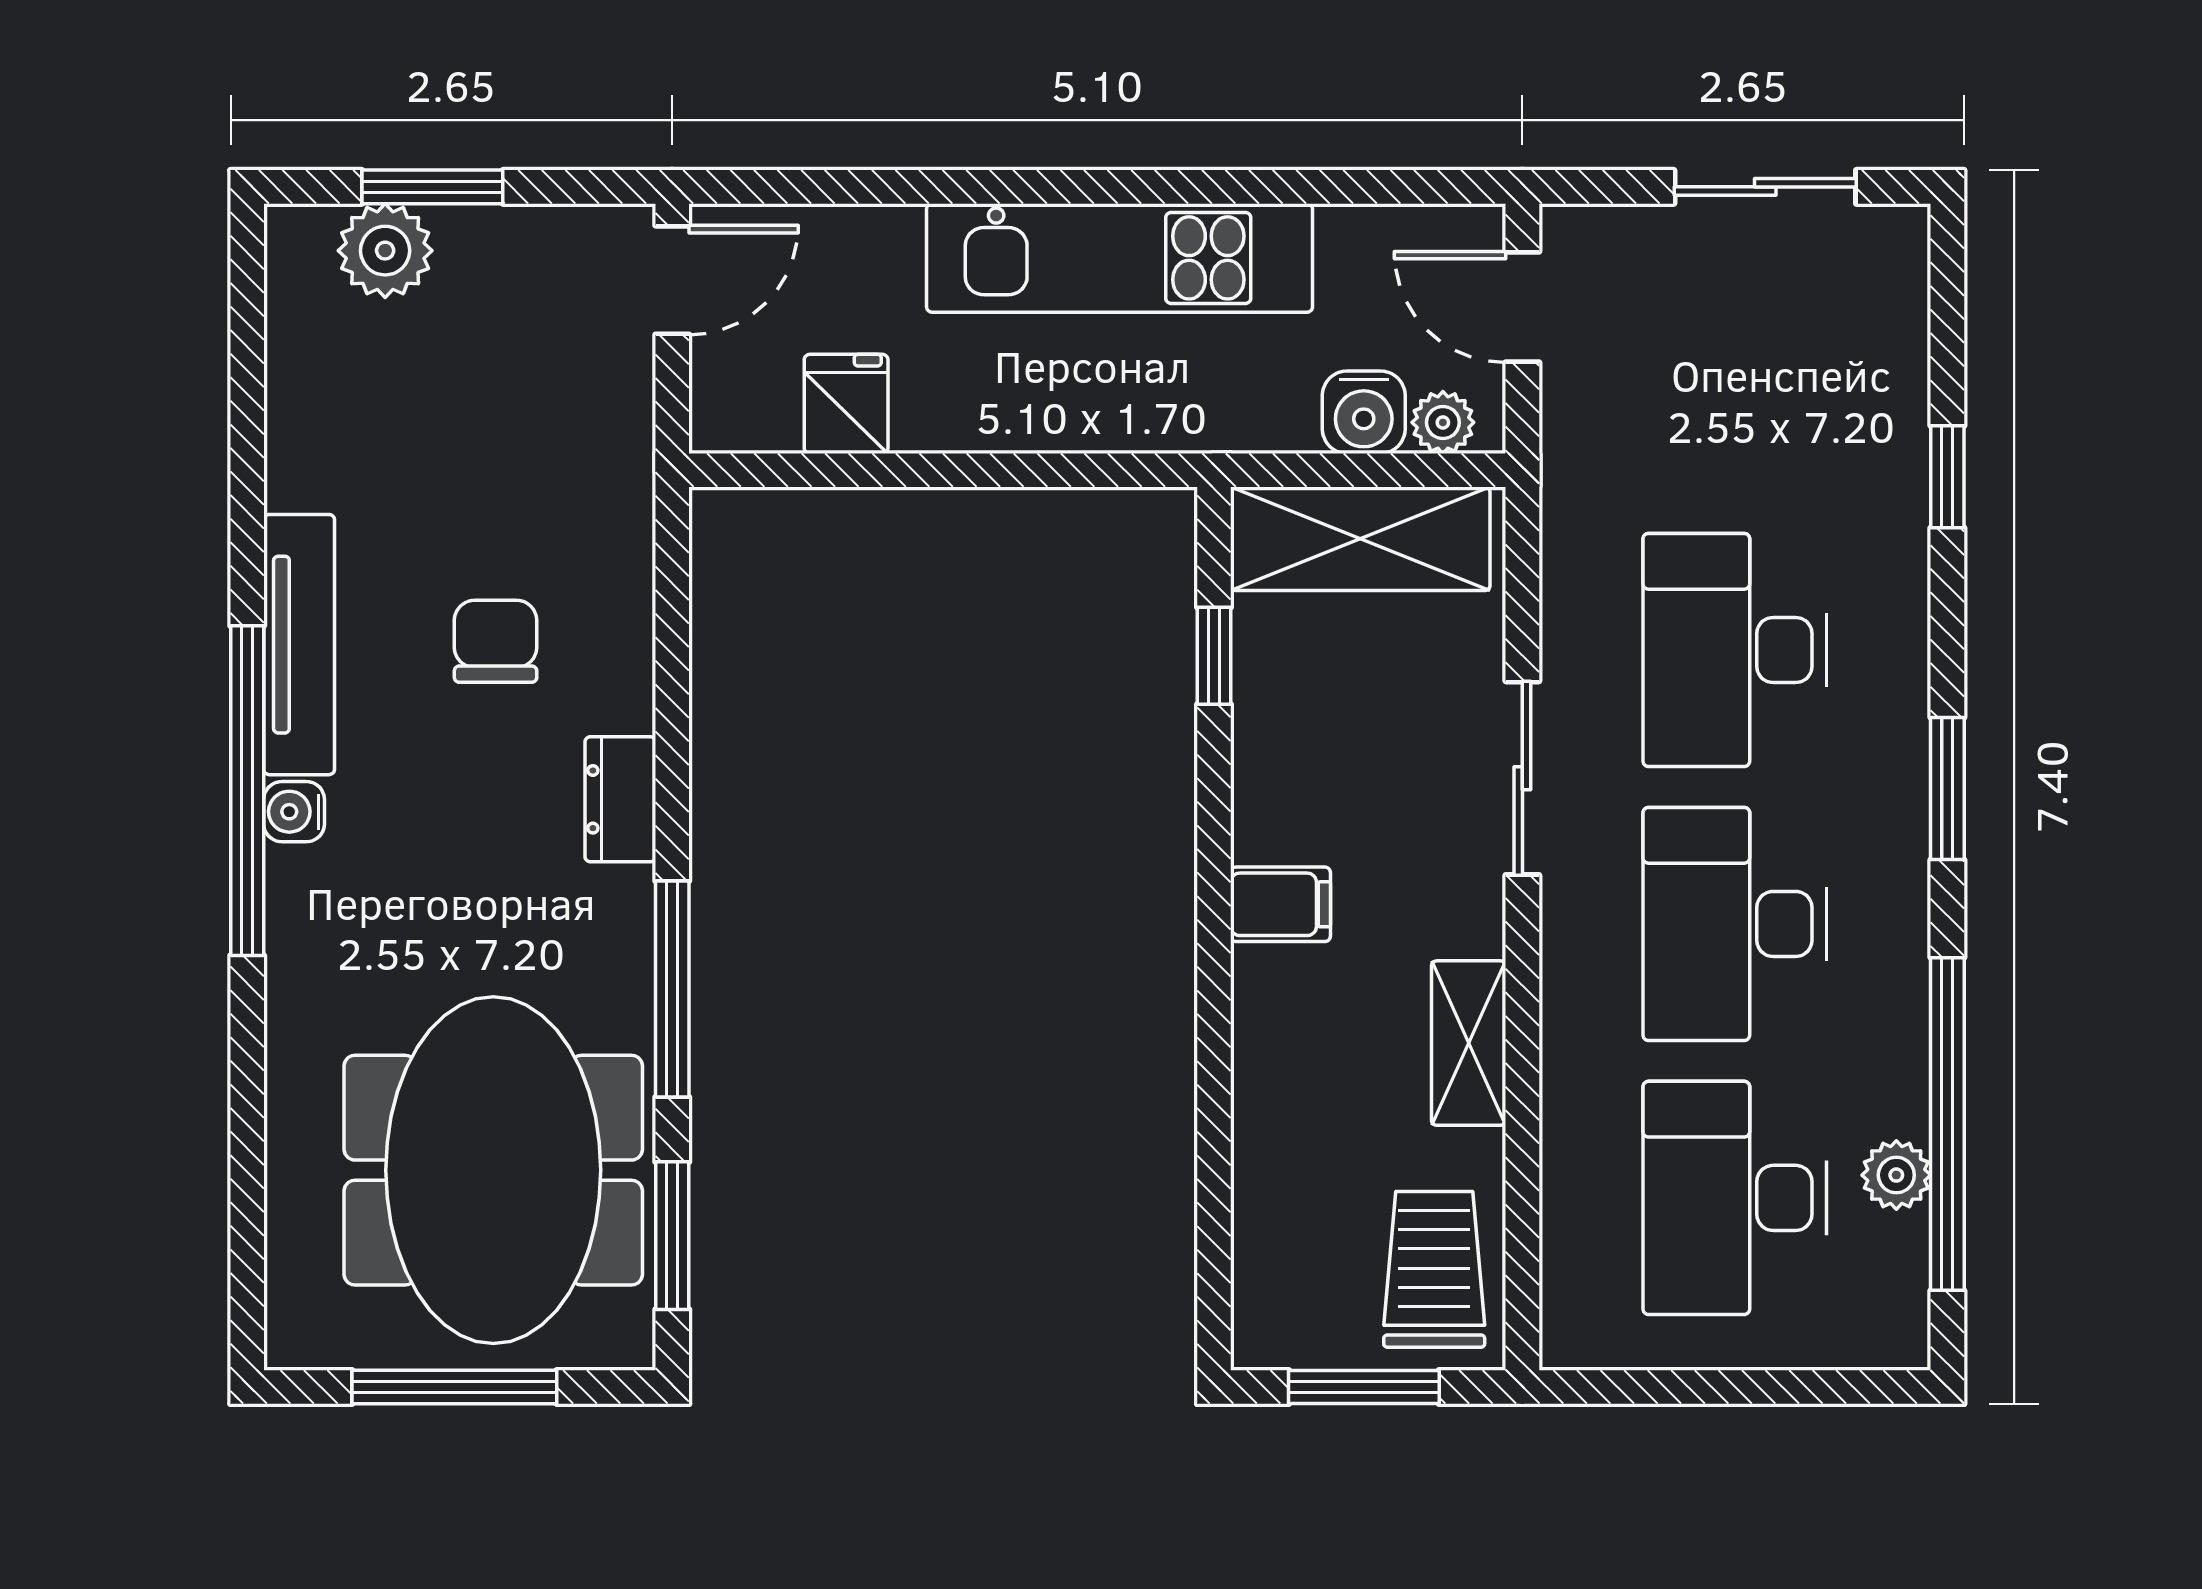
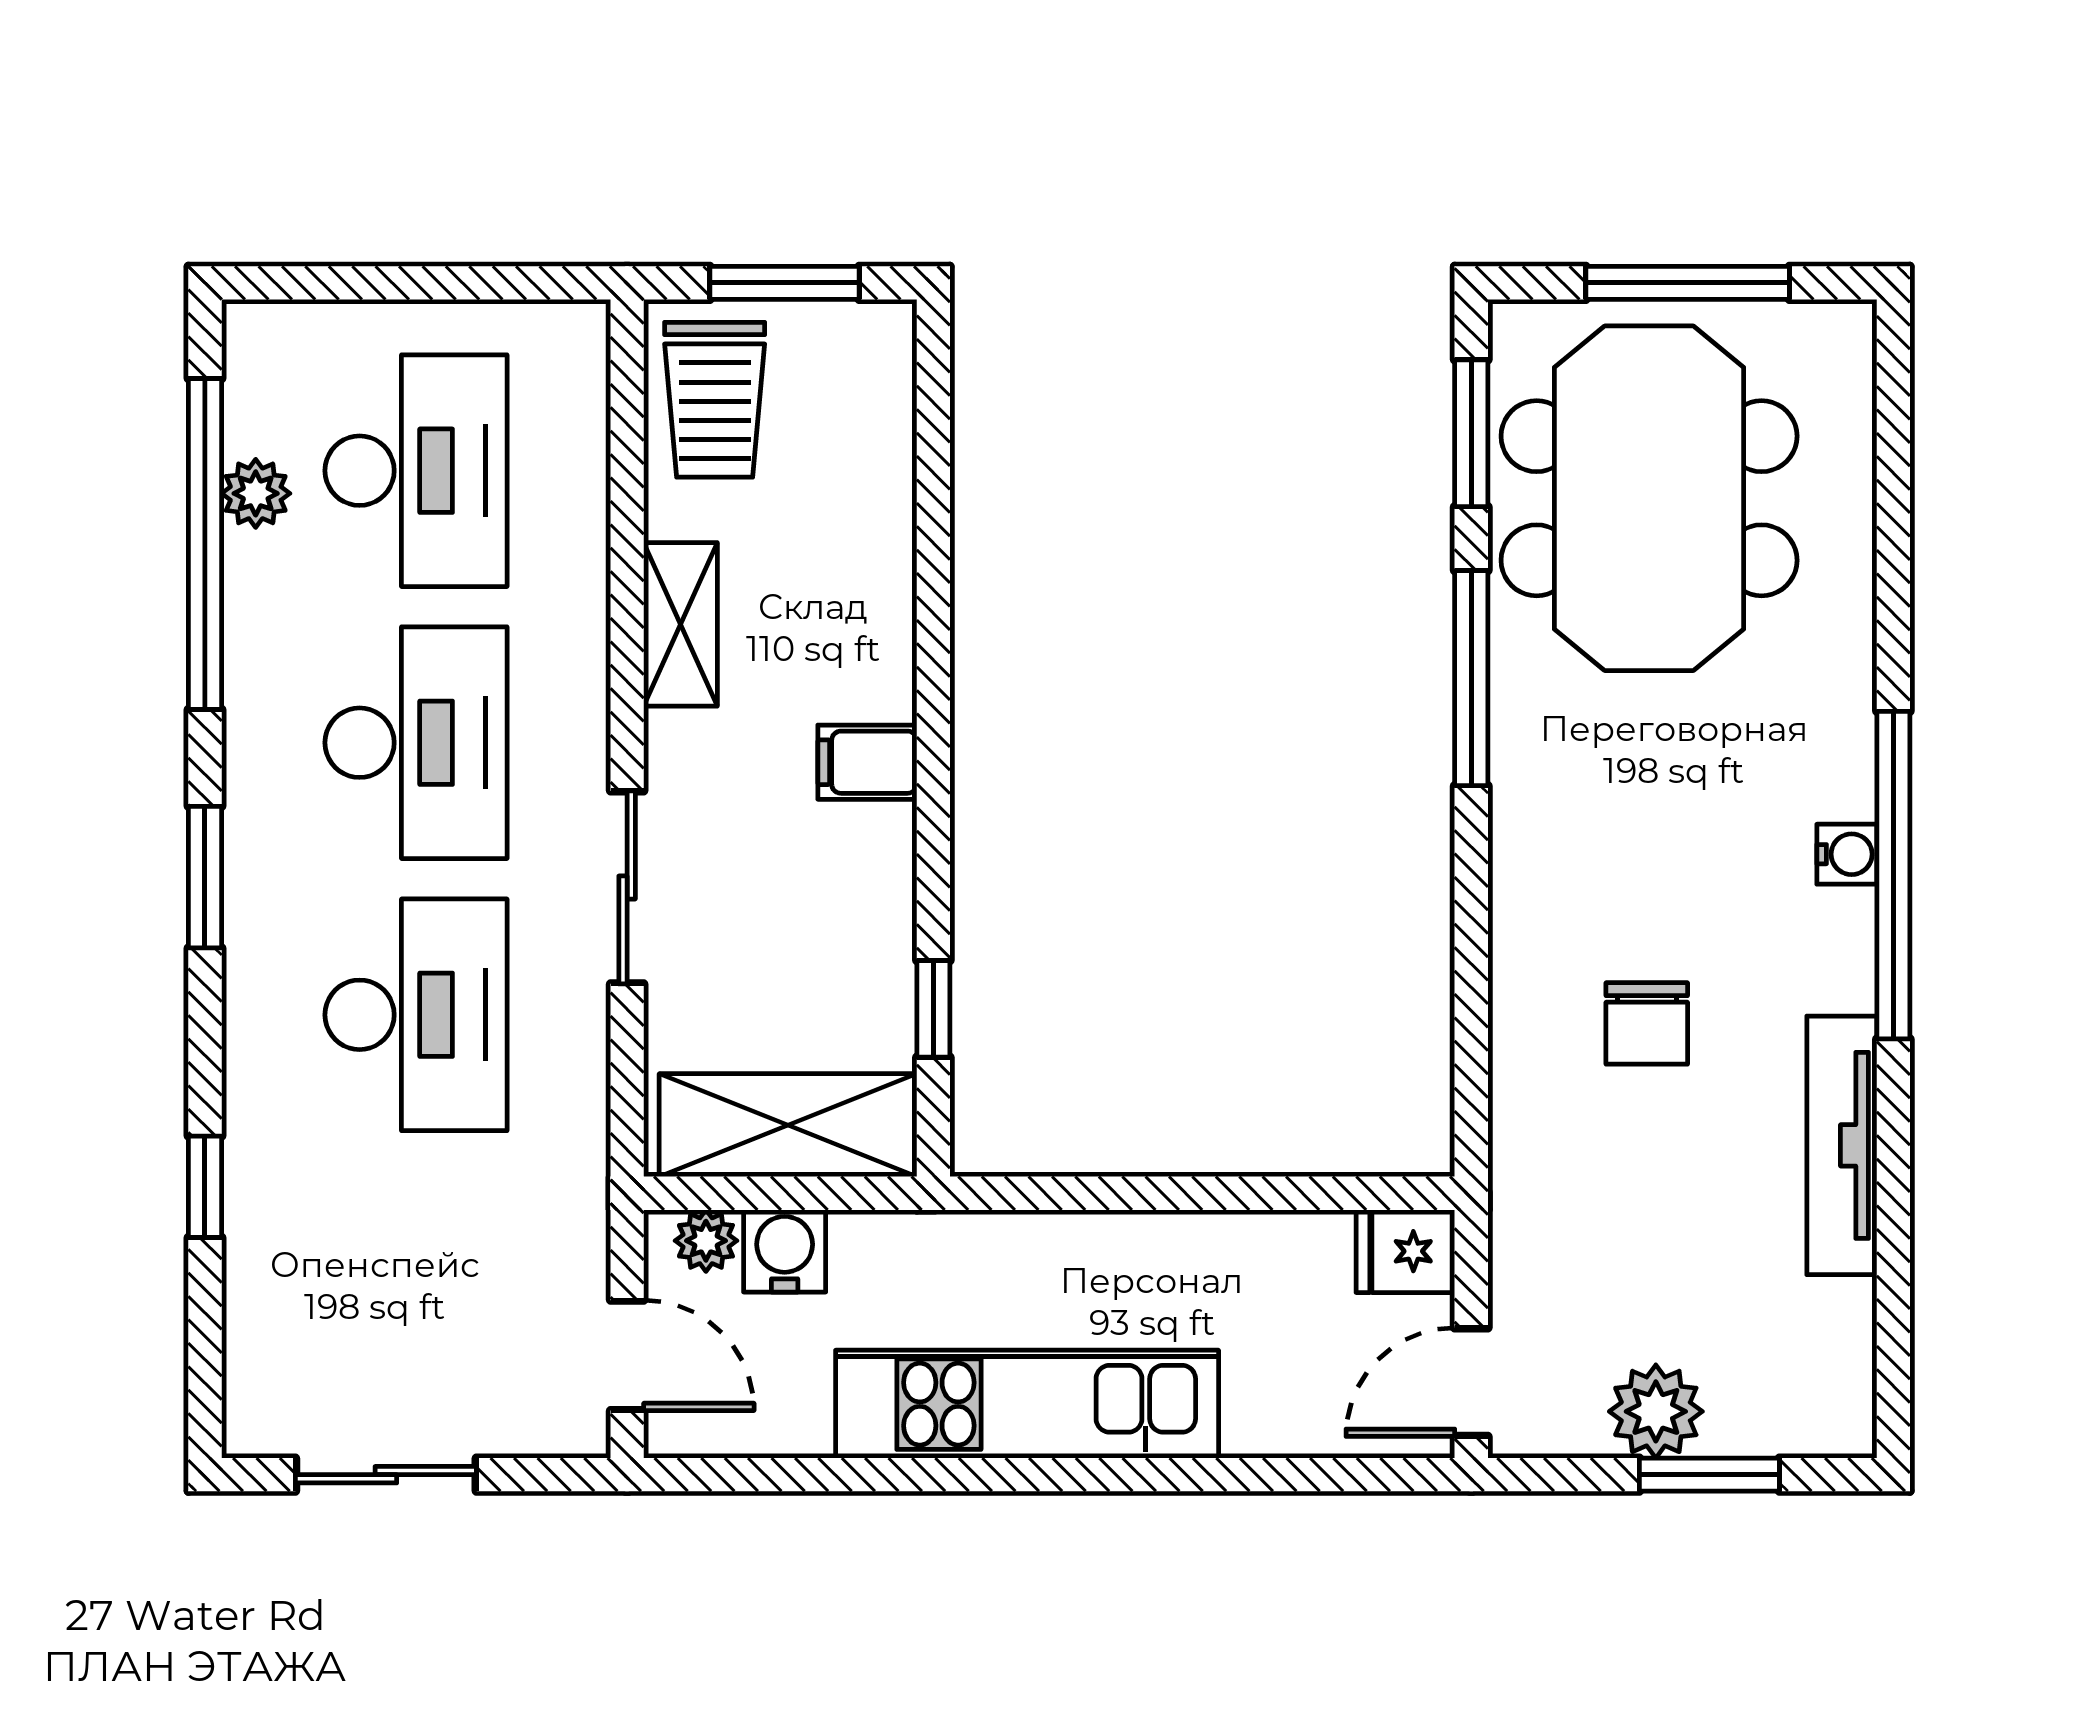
plant: (385, 251) -> (1656, 1411), moved
fridge: (846, 404) -> (1405, 1251), moved, turned 90
tv unit: (299, 645) -> (1842, 1145), moved
dresser: (620, 799) -> (1523, 867), removed

